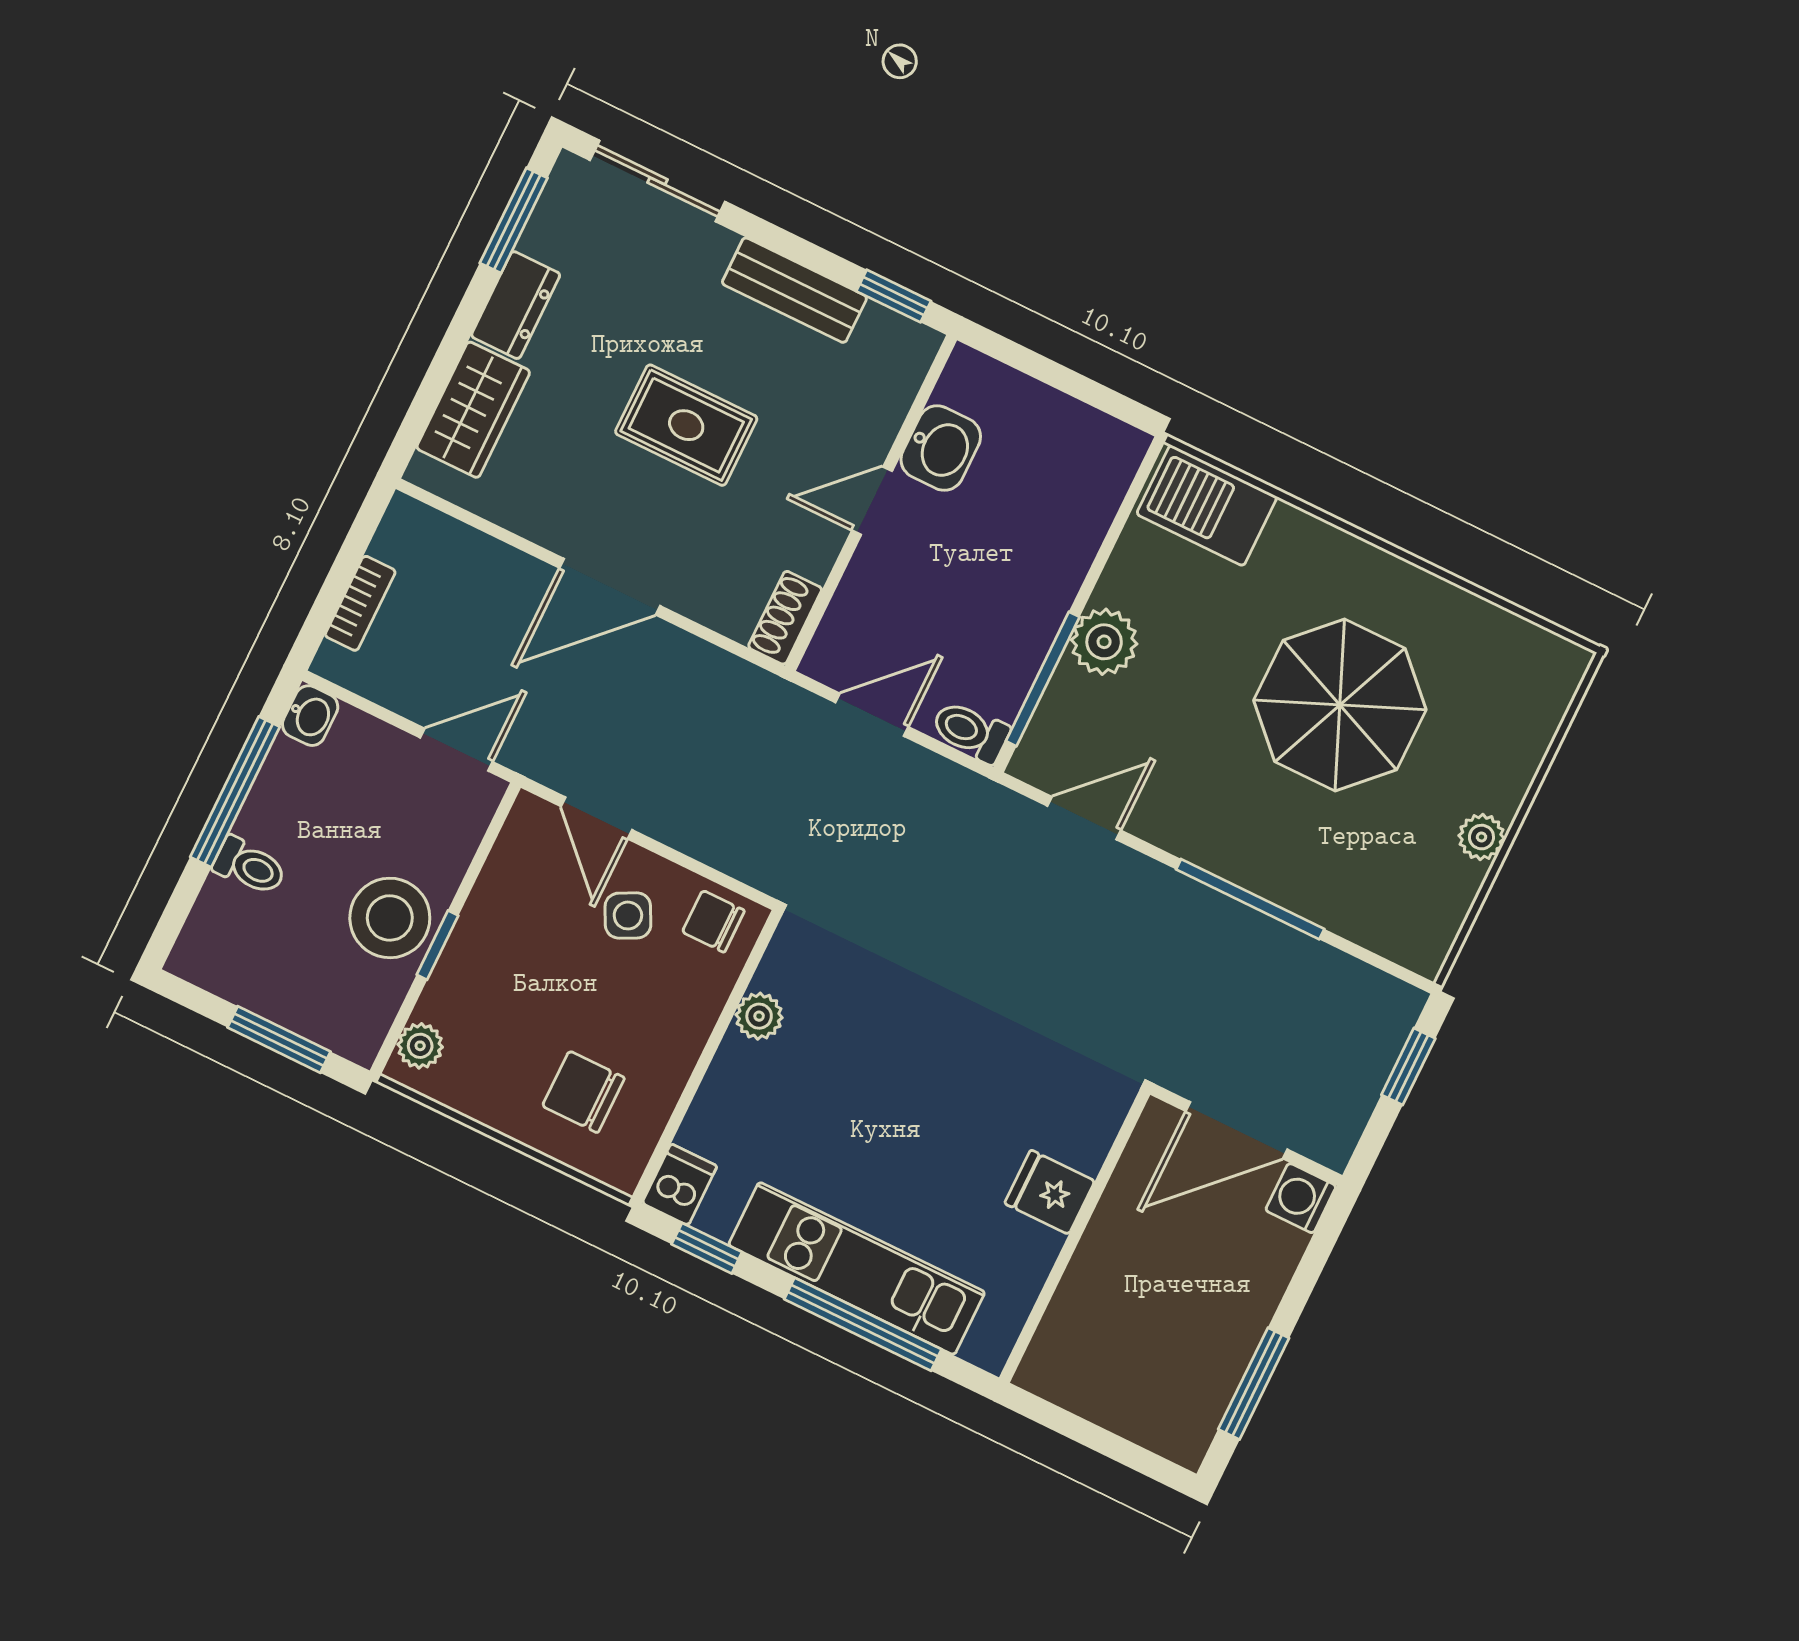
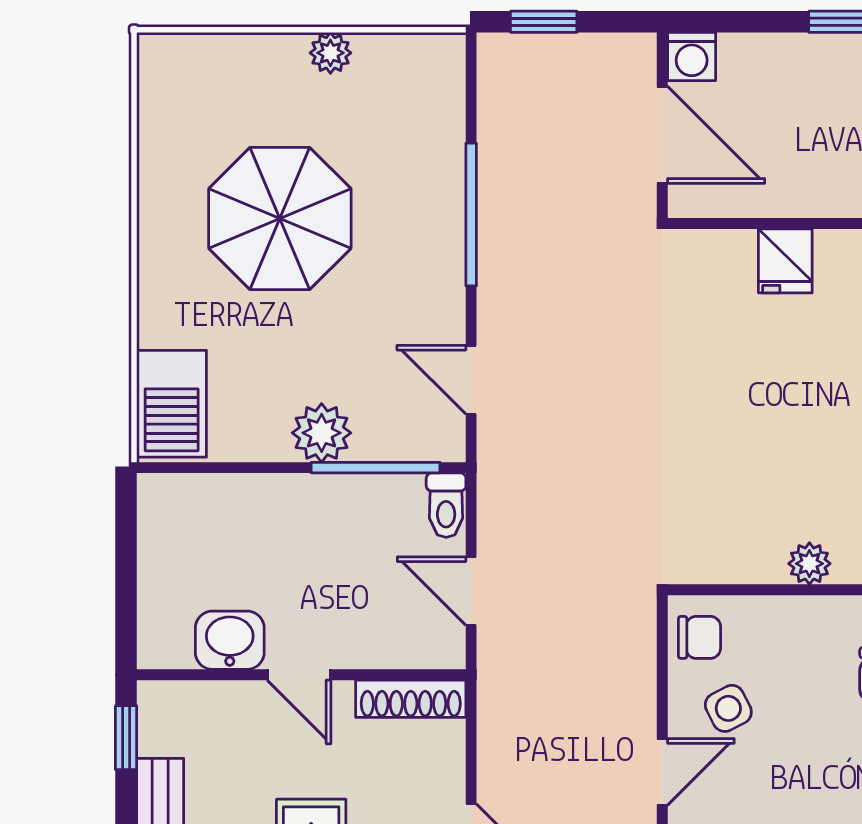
shoe rack: (785, 618) -> (411, 699), width x1.43
chair: (713, 921) -> (699, 637), turned -90
plant: (759, 1016) -> (809, 564), moved

